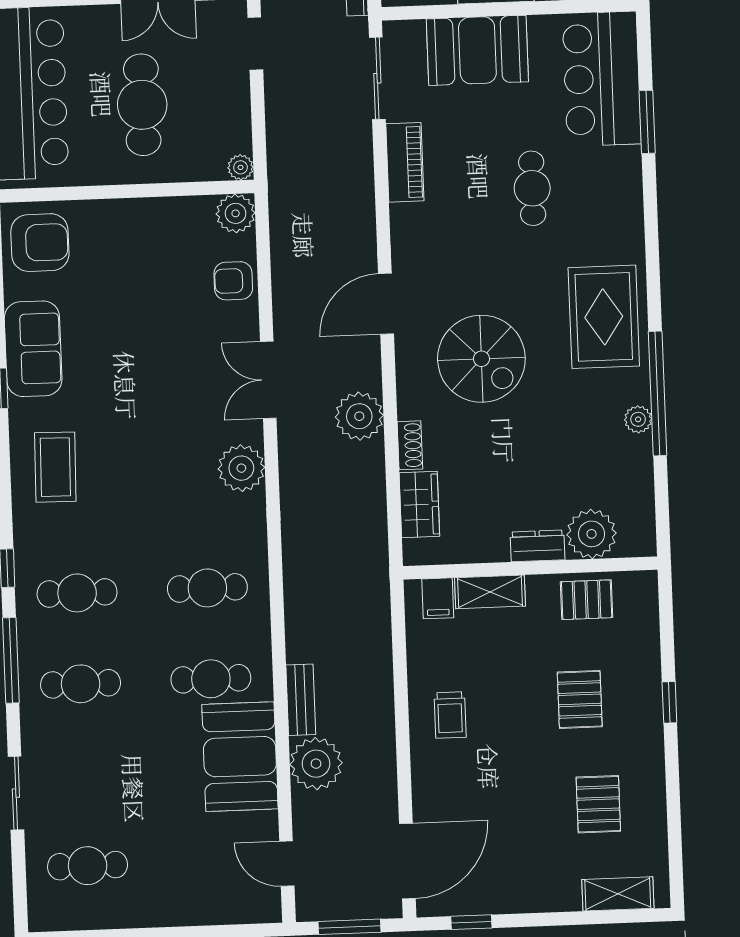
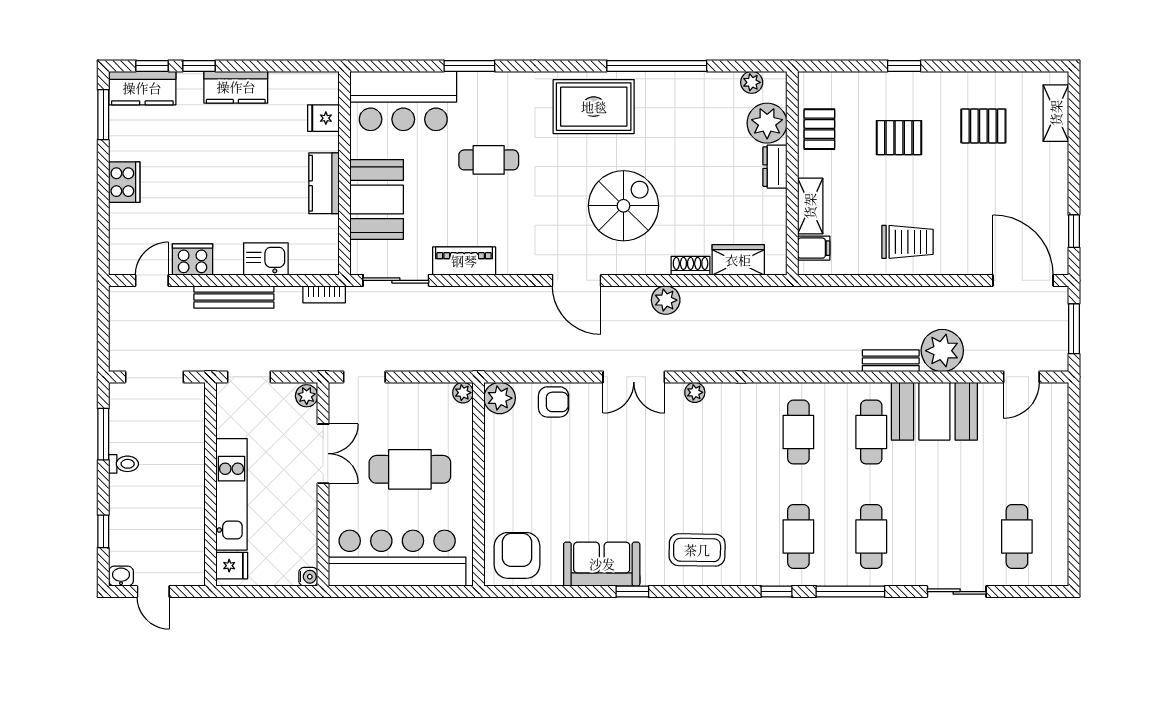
window: (647, 122) -> (469, 66), moved
armchair: (233, 281) -> (554, 402), turned -90
plant: (359, 416) -> (666, 300), width x0.73, depth x0.73
plant: (638, 419) -> (752, 82), moved
plant: (241, 468) -> (695, 392), width x0.53, depth x0.53
trolley: (450, 715) -> (908, 242), width x1.36, depth x1.39

